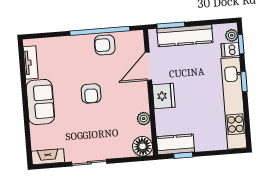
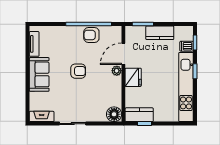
plant: (232, 35) -> (188, 35), removed
kitchen counter: (185, 36) -> (160, 33), width x0.67
armchair: (91, 93) -> (78, 71), turned -90
plant: (144, 119) -> (117, 71), moved

